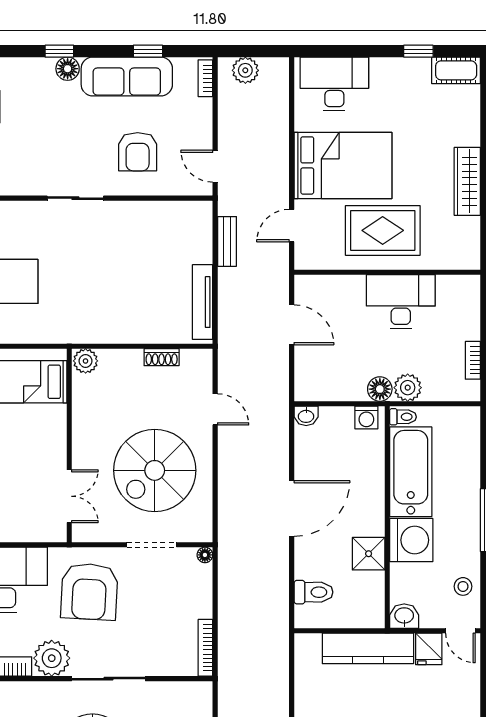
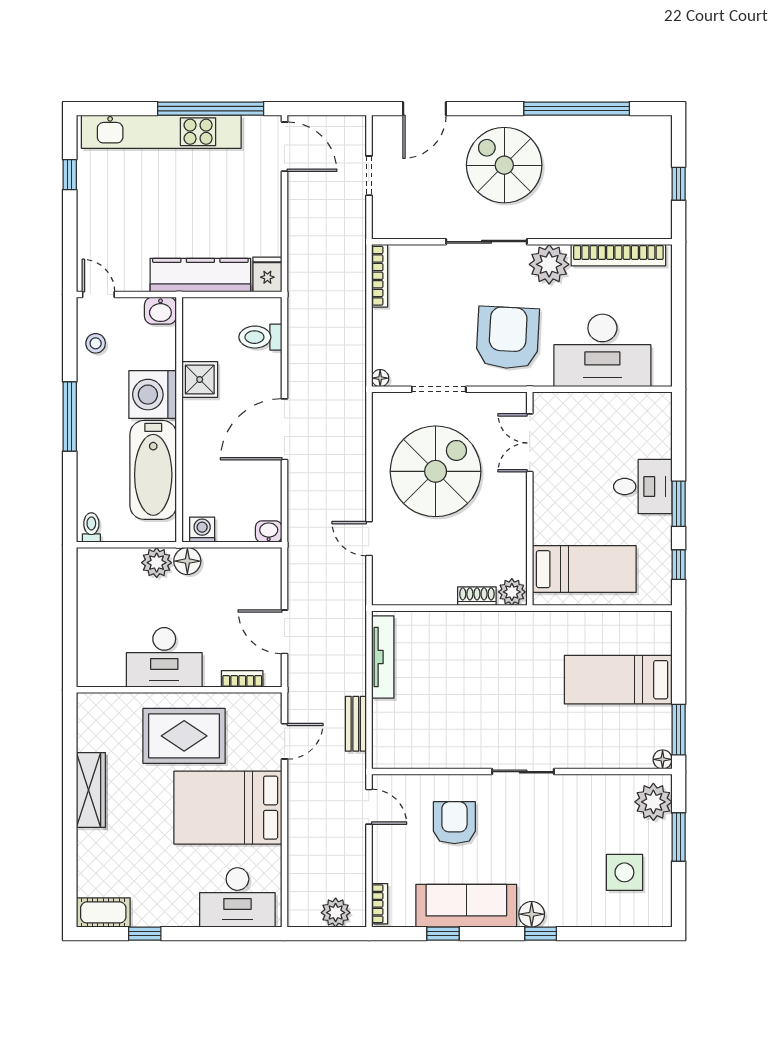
shoe rack: (162, 357) -> (477, 596), moved
bookcase: (473, 360) -> (242, 679), moved, turned -90
toilet: (403, 417) -> (91, 528), moved, turned 90
fridge: (429, 649) -> (267, 274), moved

